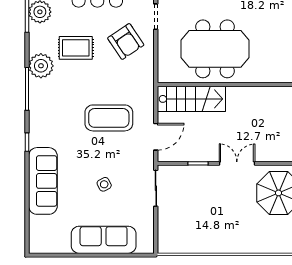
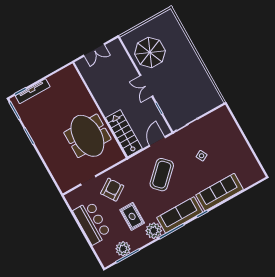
coffee table: (109, 118) -> (162, 175), turned 46
door: (156, 137) -> (157, 141), hinge flipped
sofa: (104, 240) -> (180, 215), moved, turned 90

